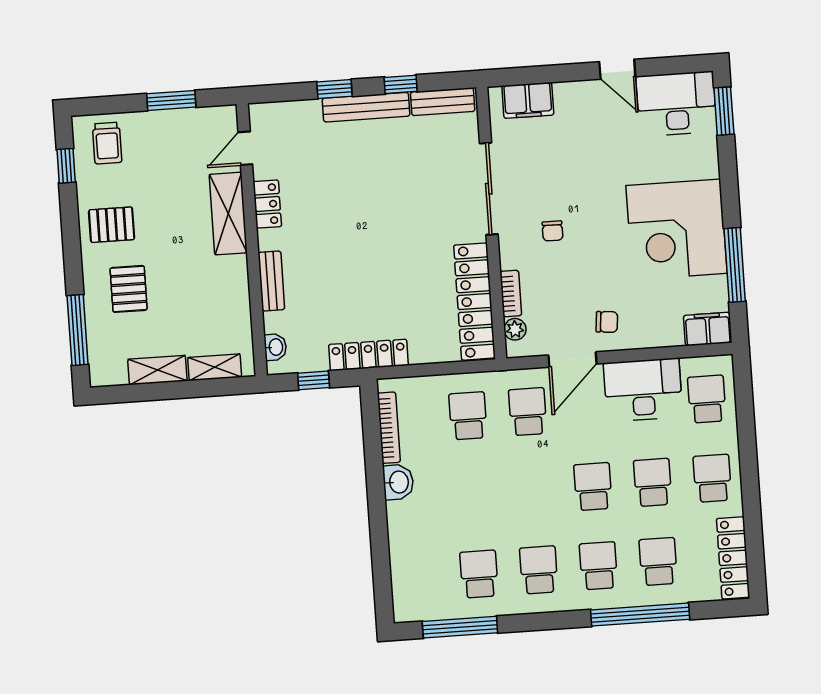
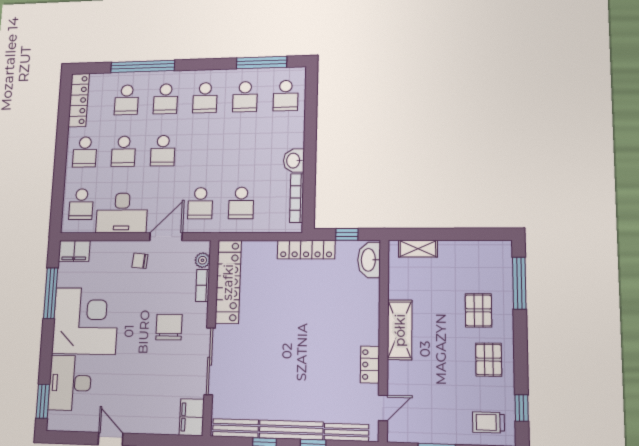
filing cabinet: (528, 100) -> (192, 417), moved, turned -90
desk: (676, 104) -> (70, 383), moved, turned 90
trolley: (107, 143) -> (488, 422), turned -90
shelving: (228, 214) -> (400, 330), moved
pallet: (112, 225) -> (489, 360), turned 90
chair: (553, 231) -> (169, 327), width x1.87, depth x1.87
bench: (271, 281) -> (346, 432), moved, turned 90
washbasin: (275, 347) -> (369, 260), width x1.91, depth x1.45
shelving: (157, 370) -> (460, 249), removed
school desk: (419, 578) -> (286, 96), added

